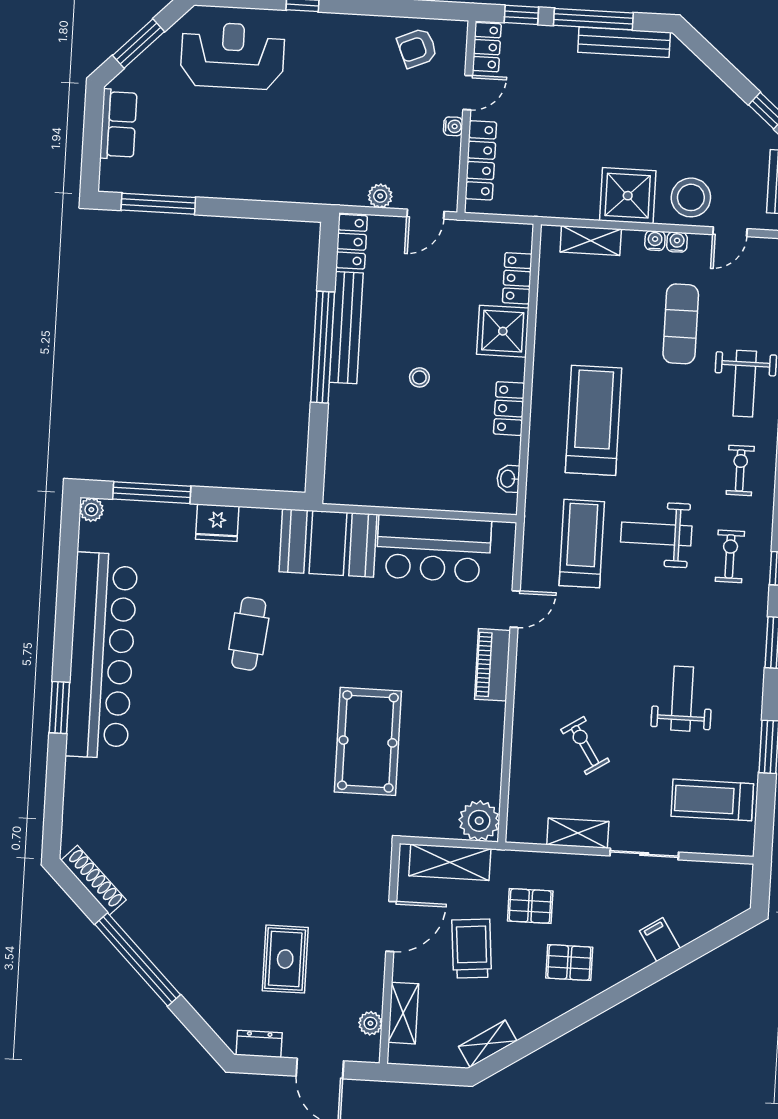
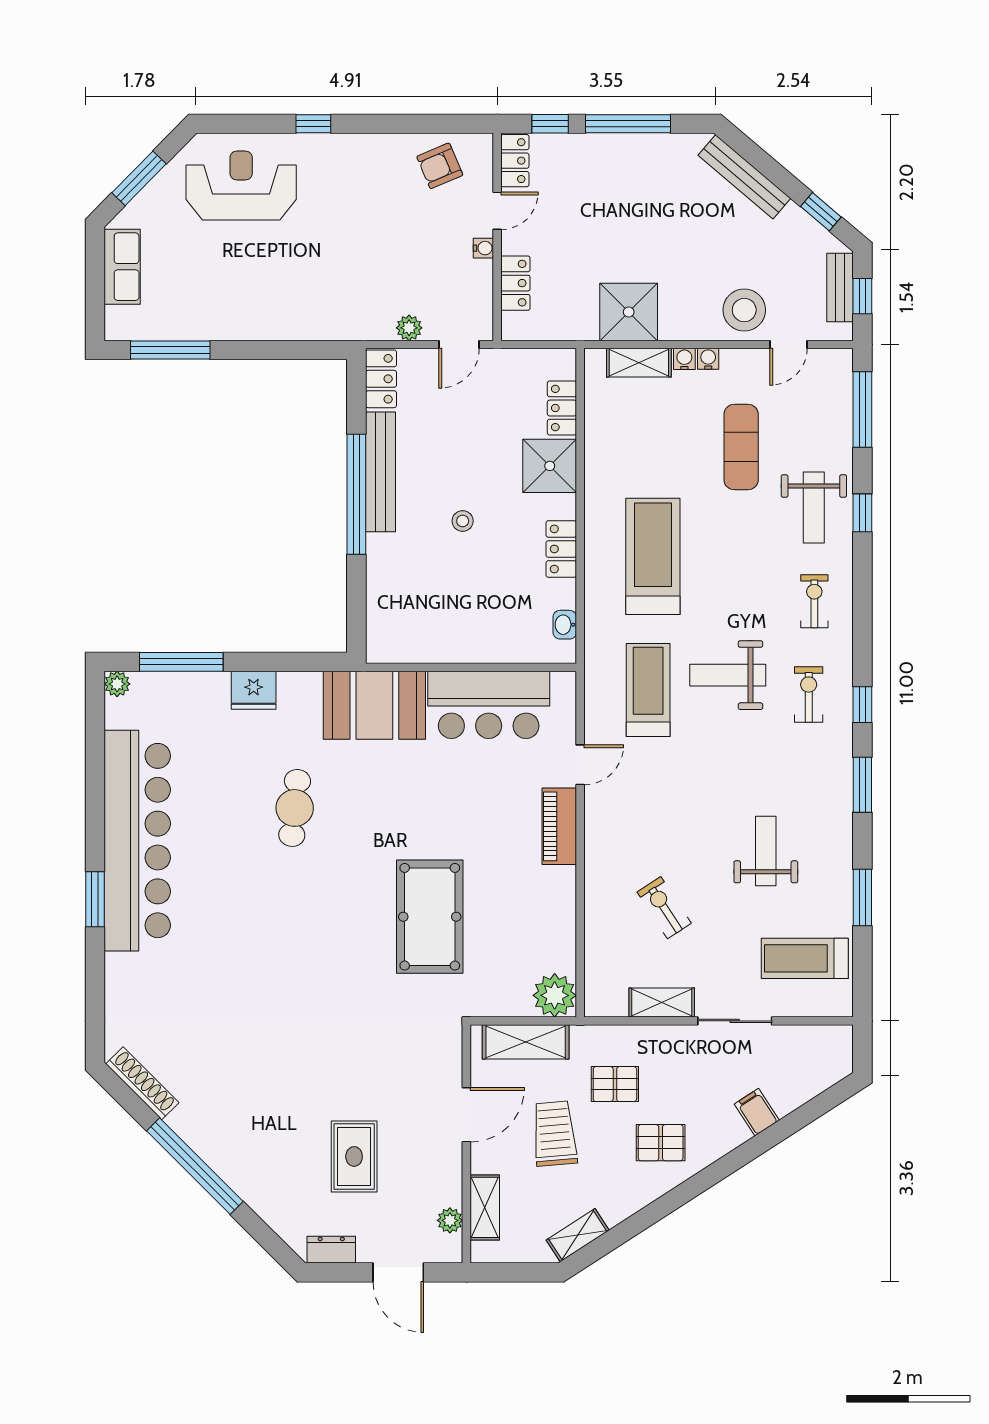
bench: (624, 42) -> (744, 177), moved, turned 40
locker: (481, 160) -> (515, 283), width x0.66
shower: (628, 196) -> (629, 312), moved
water cooler: (677, 242) -> (684, 359), moved

